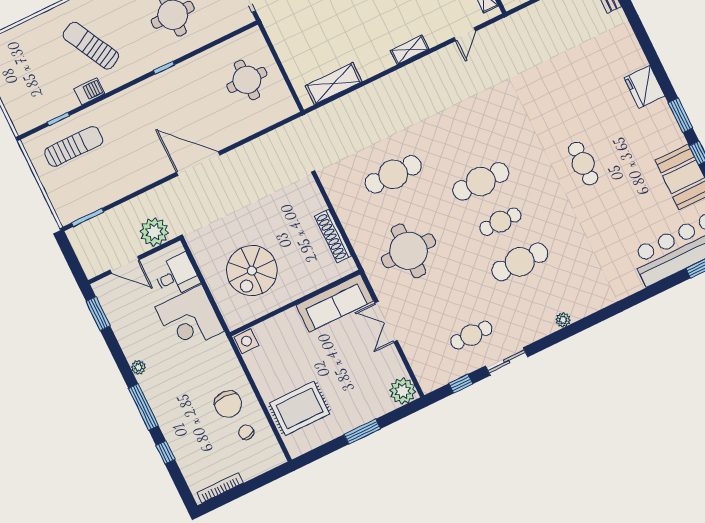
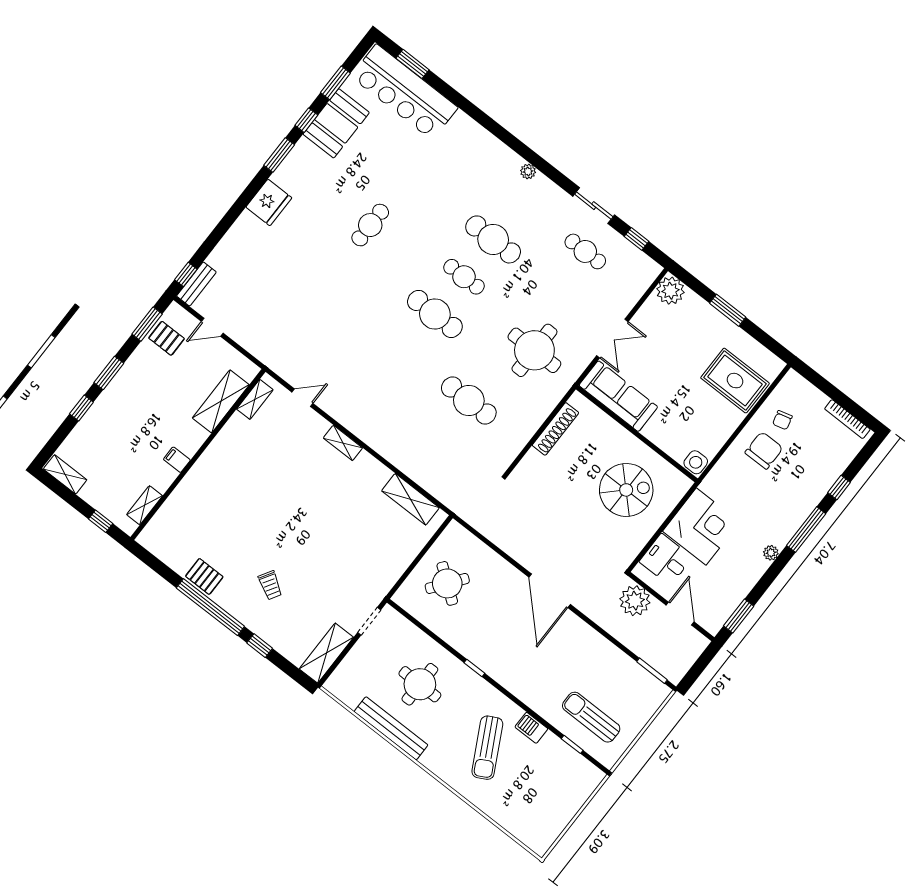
round table: (247, 80) -> (447, 583), turned 37

